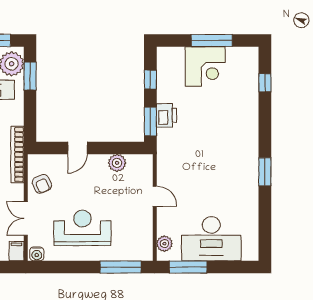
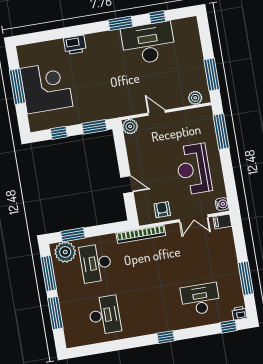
corner desk: (205, 67) -> (46, 87), width x1.36, depth x1.36
window: (265, 83) -> (157, 17), moved
printer: (166, 115) -> (75, 45), moved, turned 180
plant: (117, 163) -> (130, 126), moved
armchair: (42, 184) -> (162, 210), turned -66
door: (155, 196) -> (157, 113), hinge flipped
desk: (211, 239) -> (148, 43), moved, turned -90

